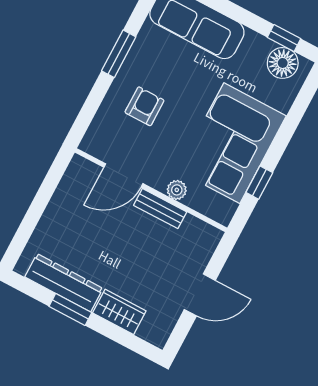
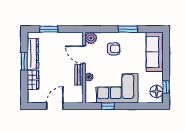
plant: (96, 142) -> (91, 38), added
window: (30, 222) -> (49, 29), added
door: (200, 295) -> (55, 106), swing flipped

